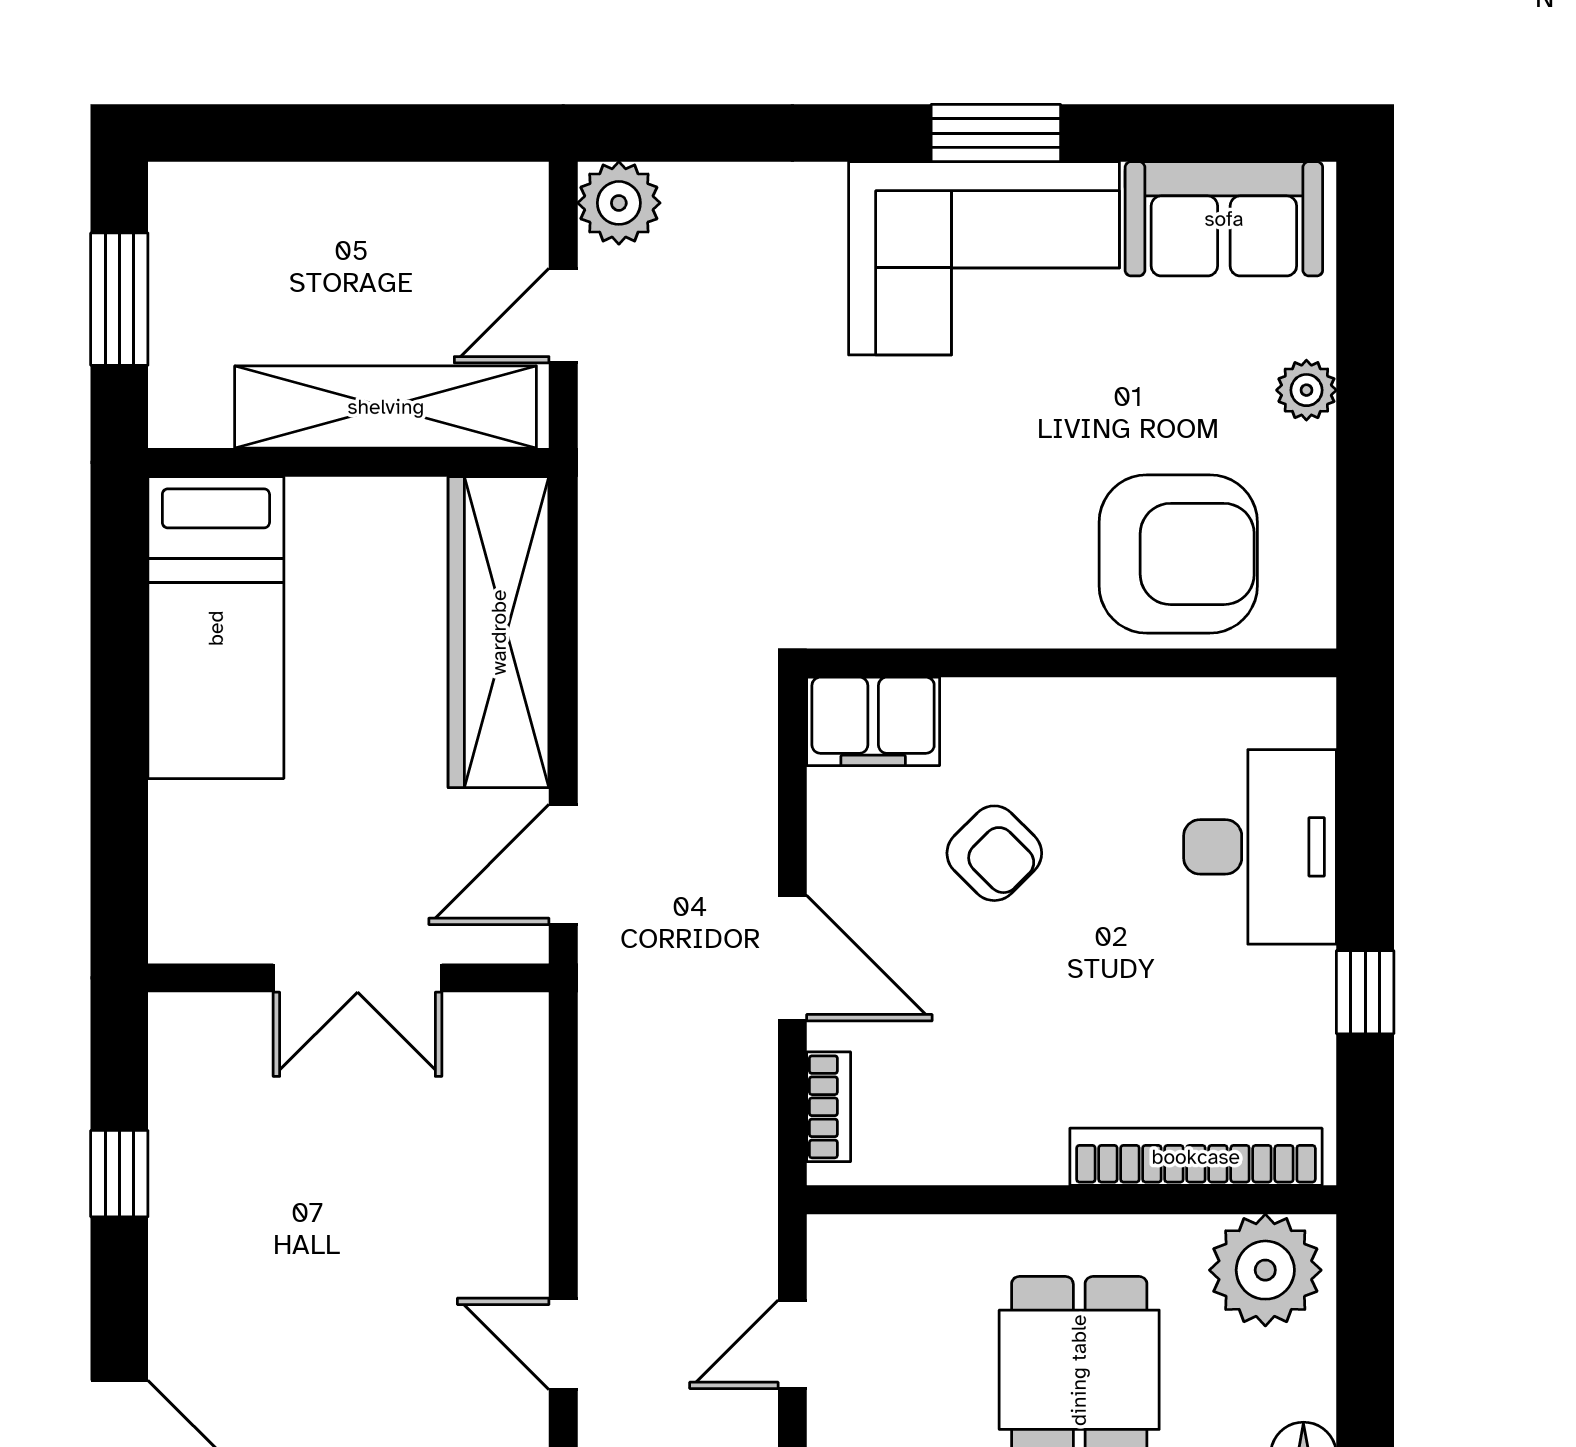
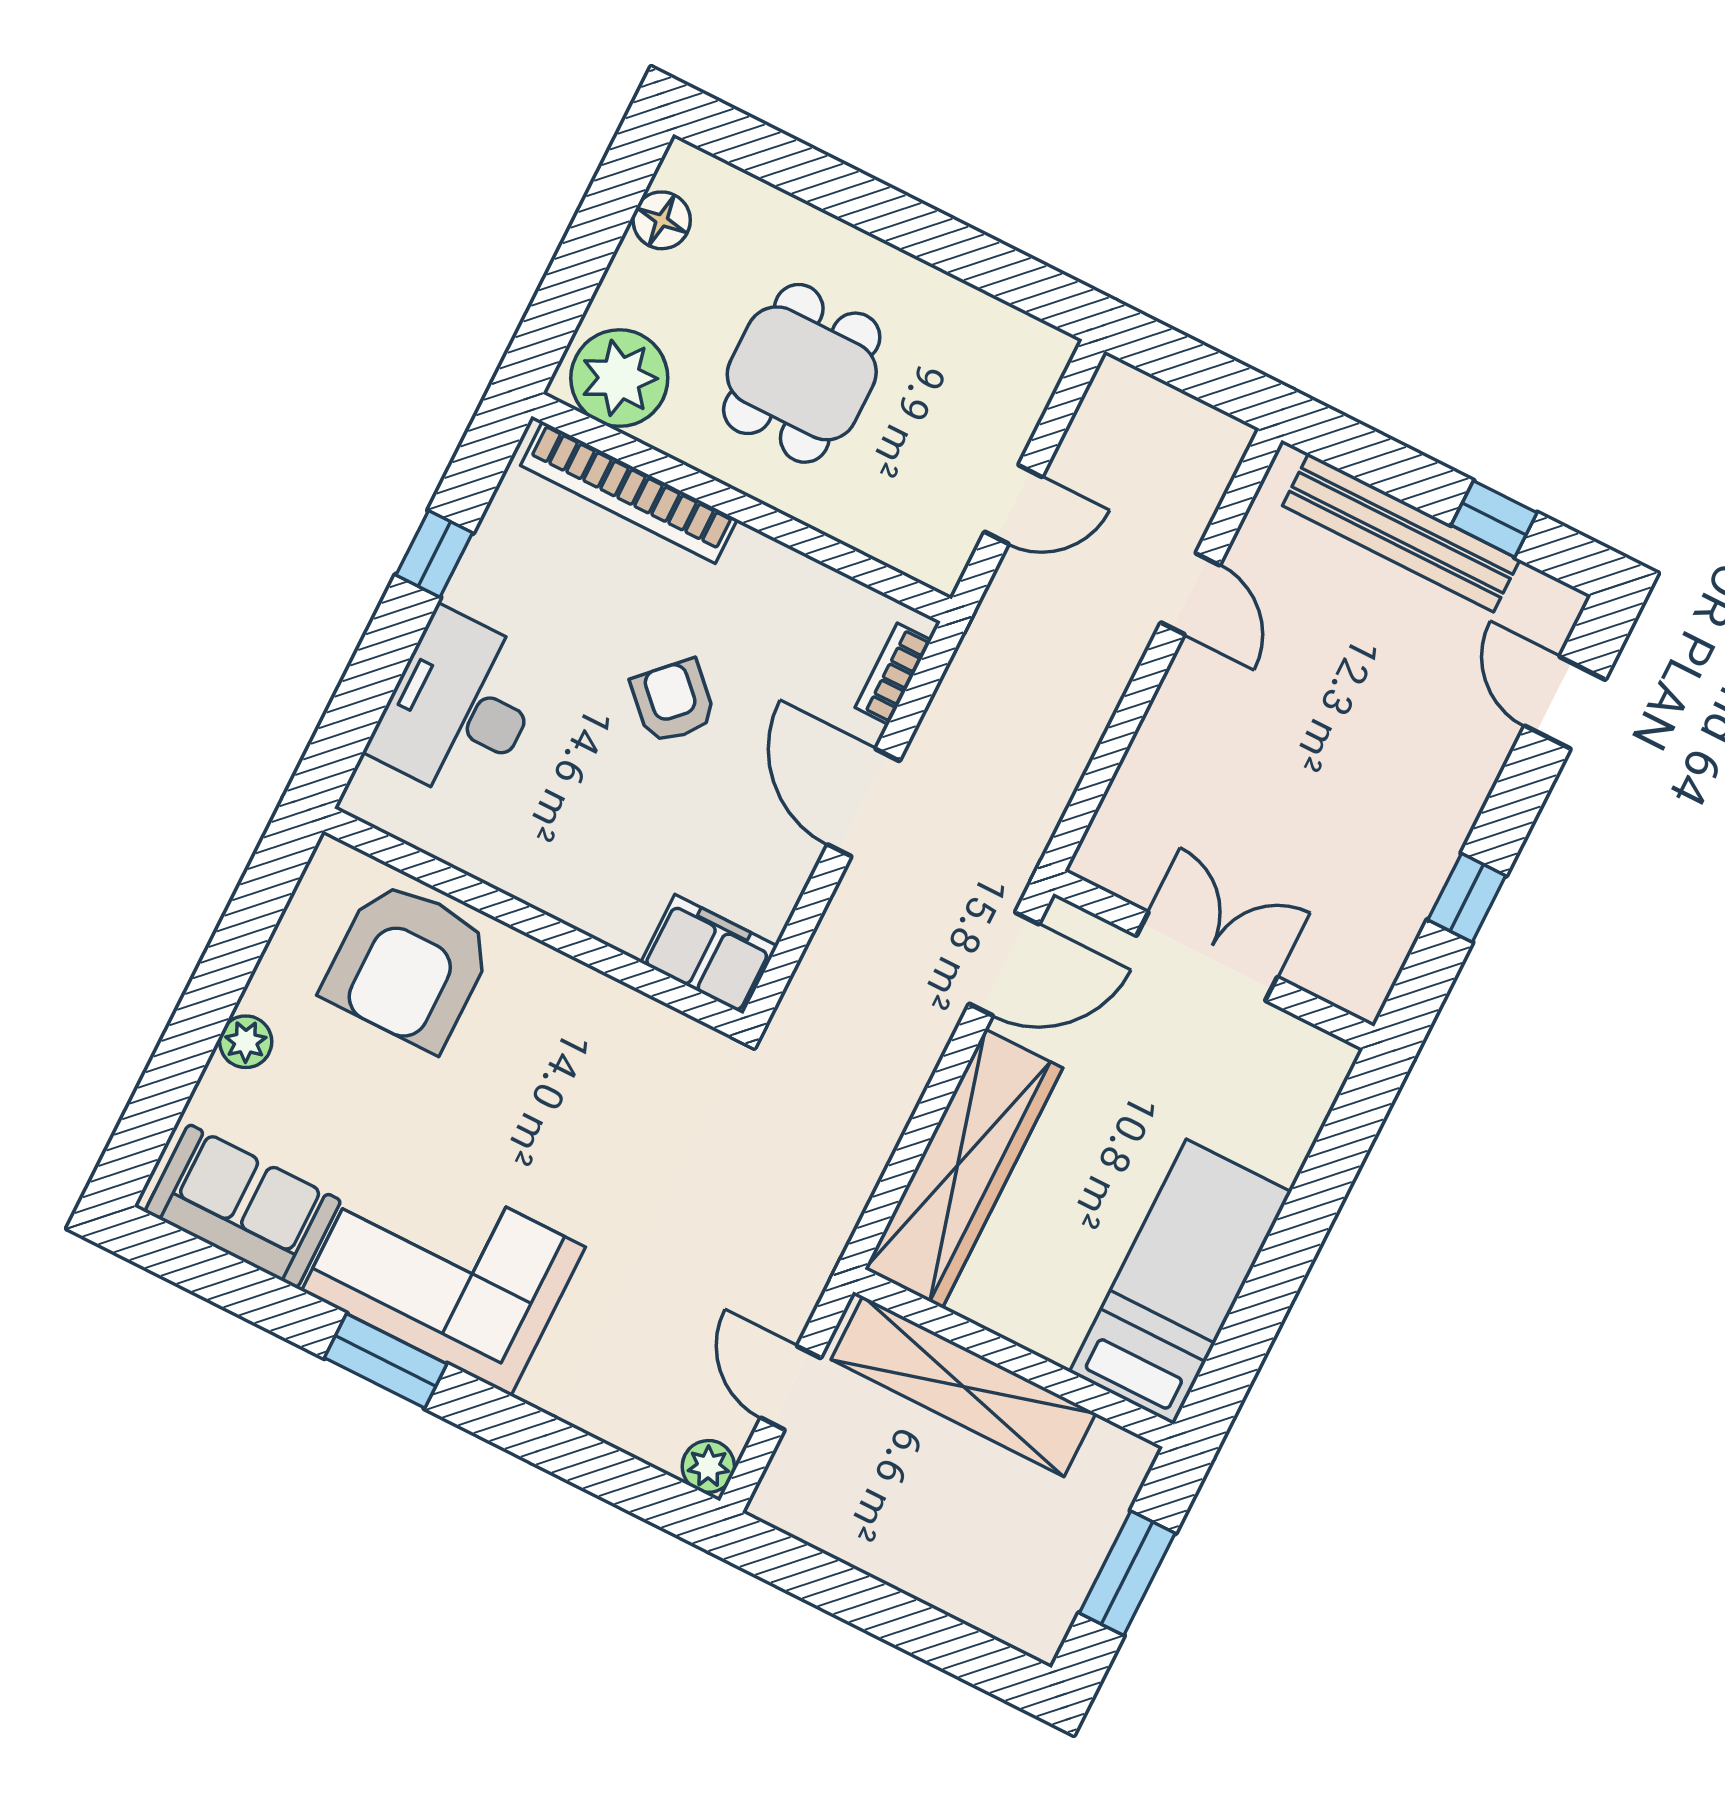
plant: (619, 203) -> (708, 1466), width x0.73, depth x0.73
door: (563, 316) -> (791, 1388), swing flipped
armchair: (1178, 554) -> (408, 965), turned -90
armchair: (994, 853) -> (673, 701), moved

